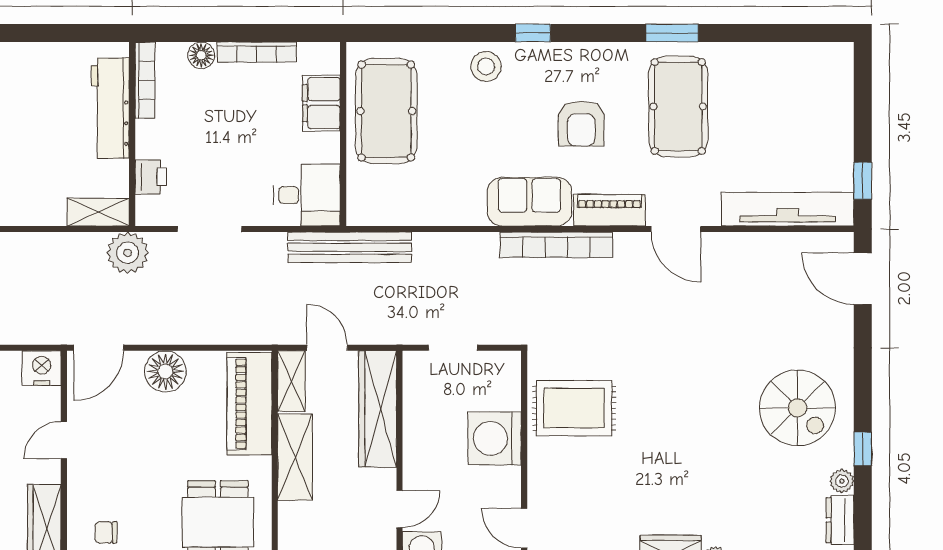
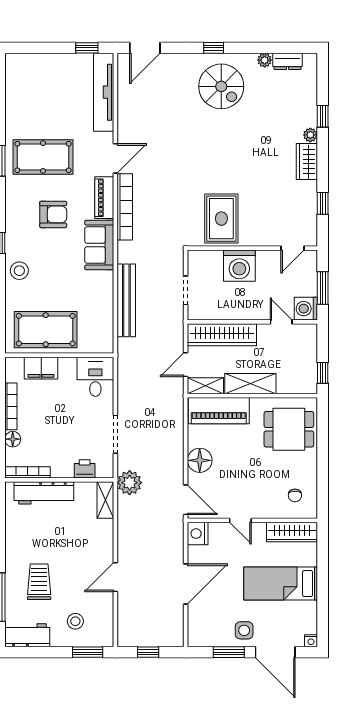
bookcase: (556, 245) -> (125, 207), moved
bench: (350, 247) -> (126, 300), moved
spiral stairs: (798, 408) -> (221, 86), turned 90
window: (863, 449) -> (214, 48), moved

